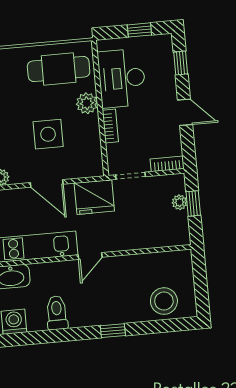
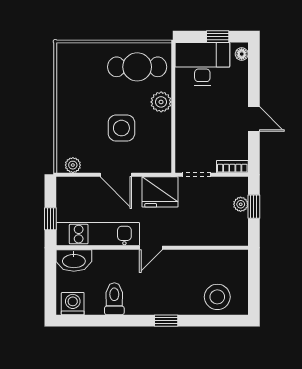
floor lamp: (166, 46) -> (242, 54), added
window: (181, 63) -> (254, 72), removed
desk: (122, 78) -> (202, 64), moved, turned 90
bookcase: (110, 126) -> (181, 126), removed

